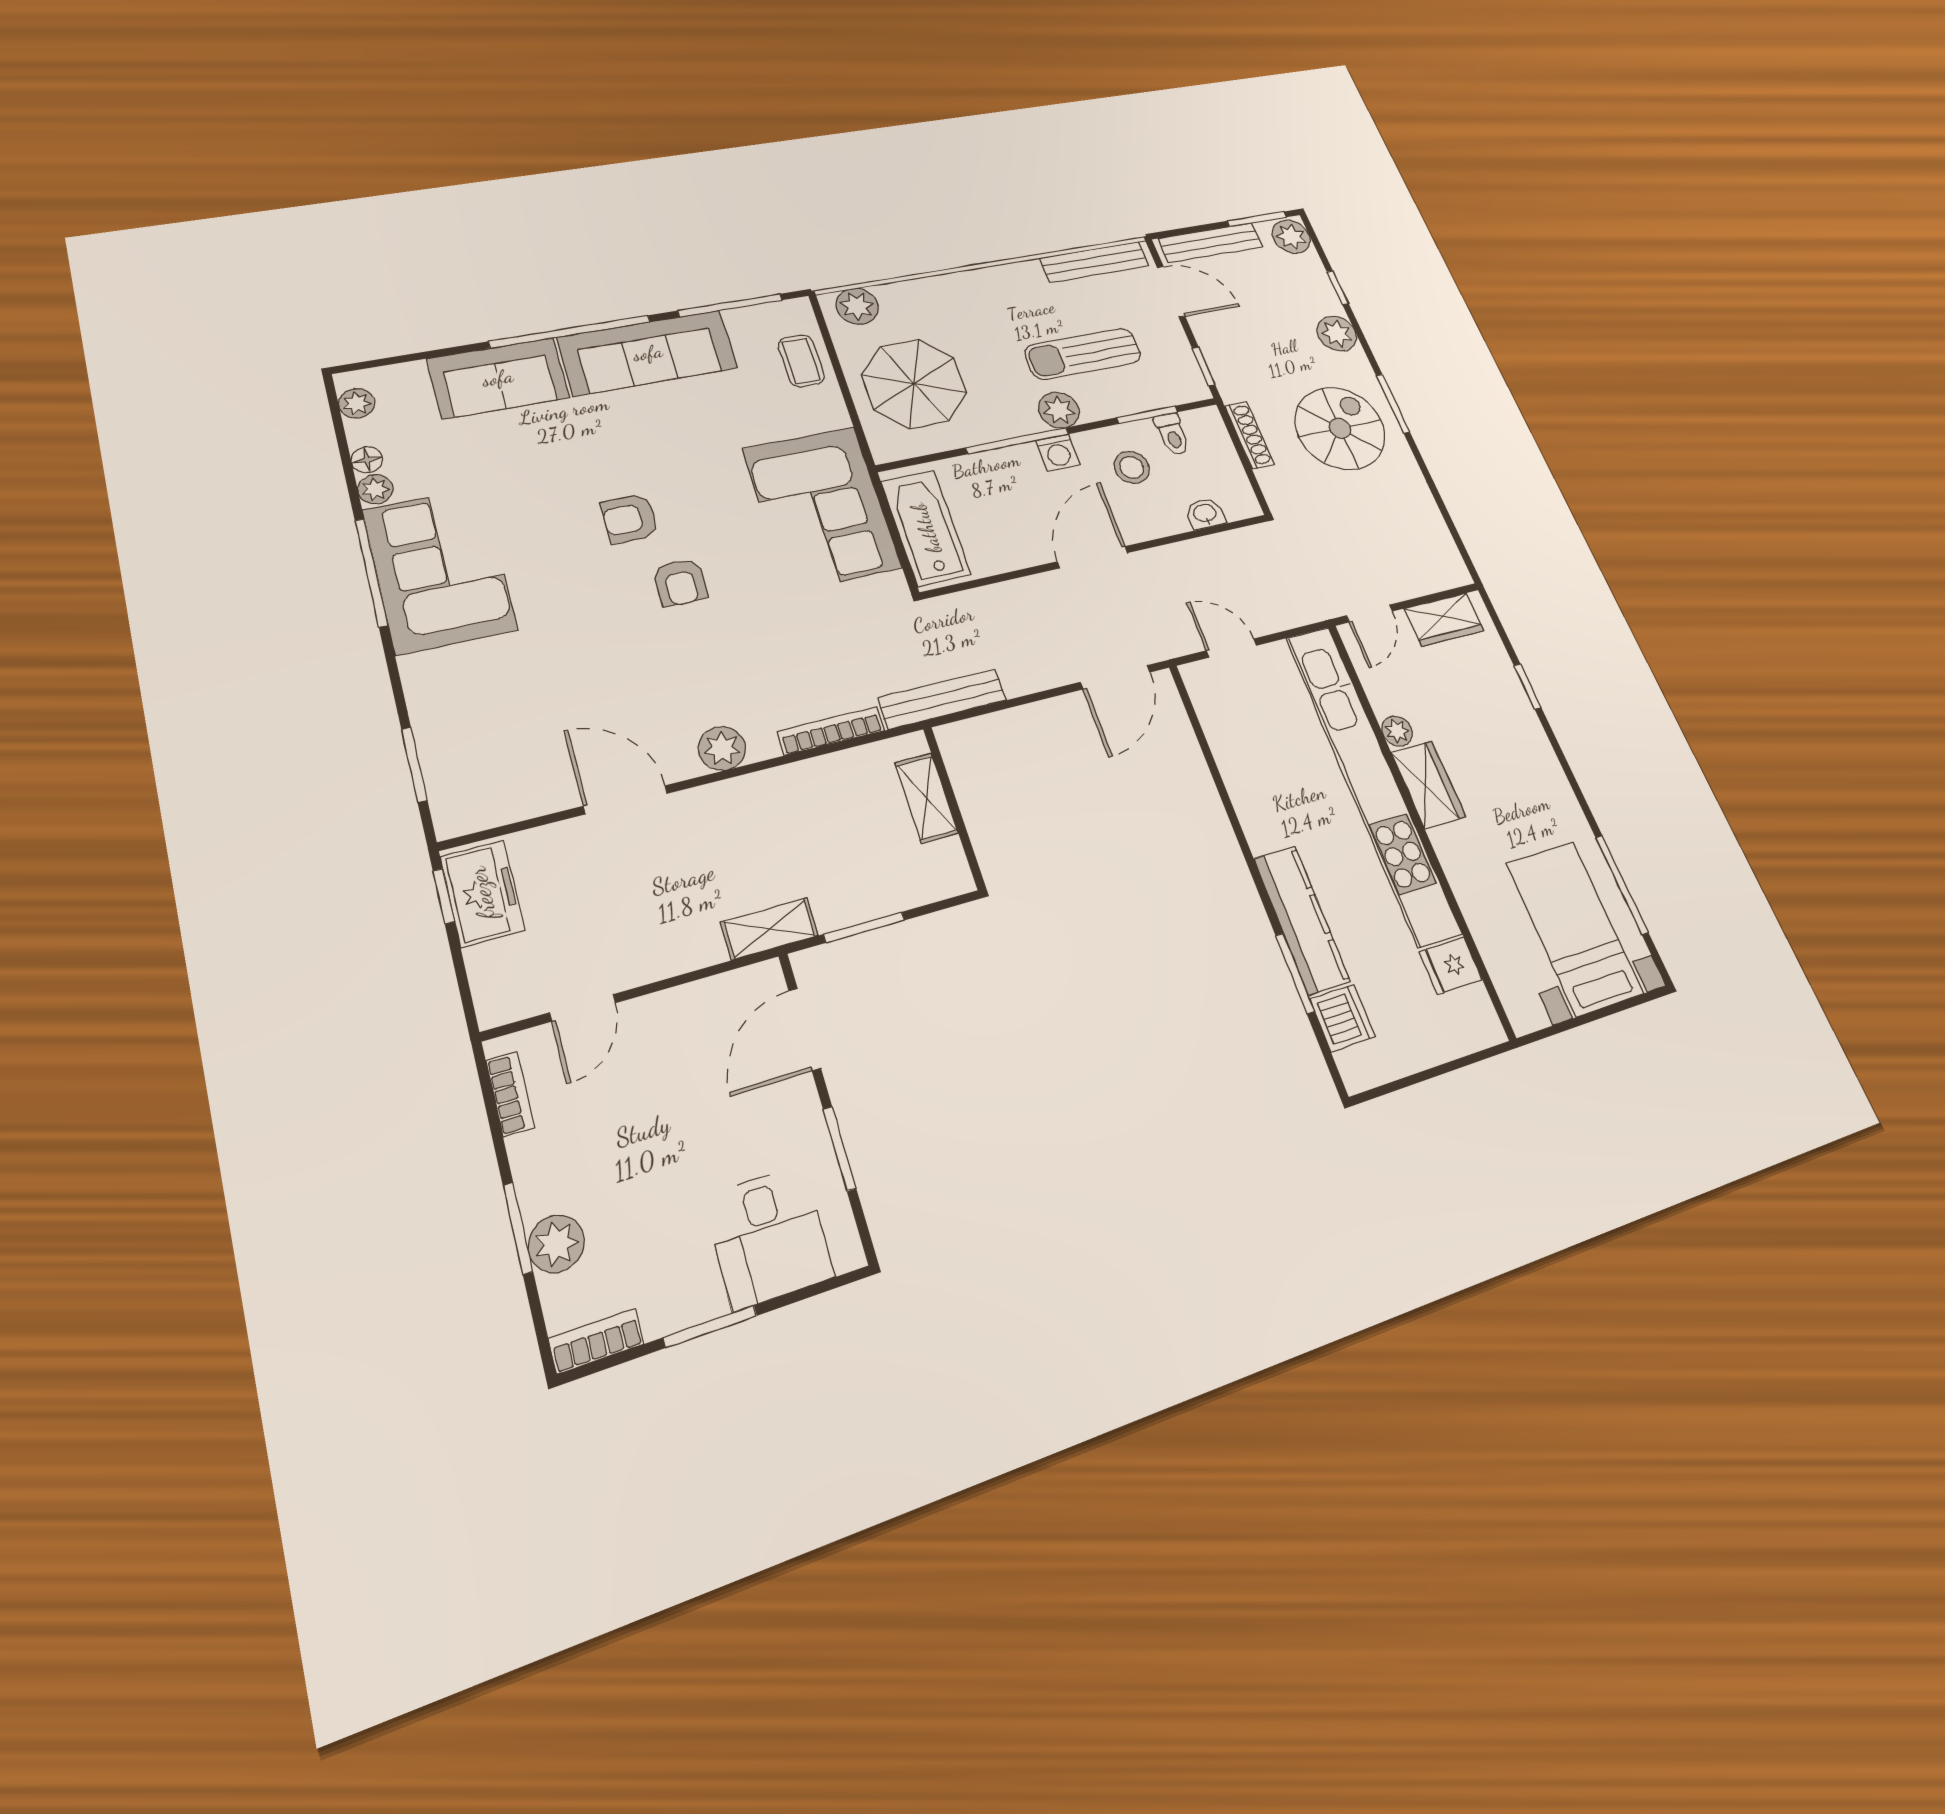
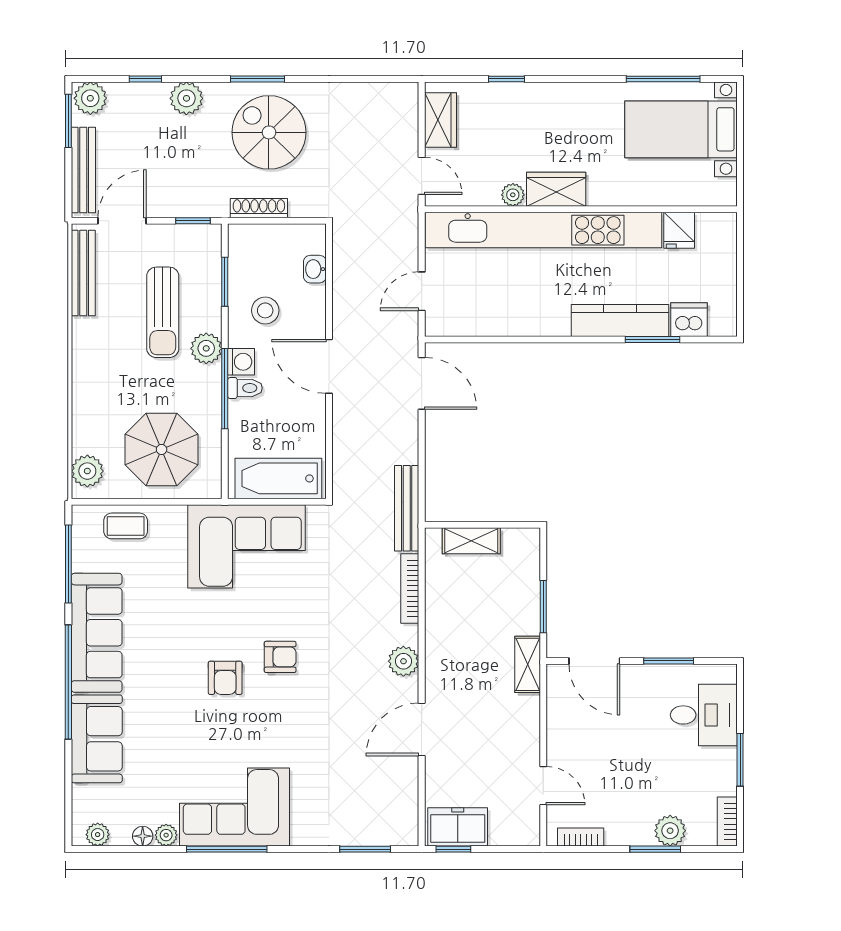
toilet: (1172, 434) -> (245, 388), moved

